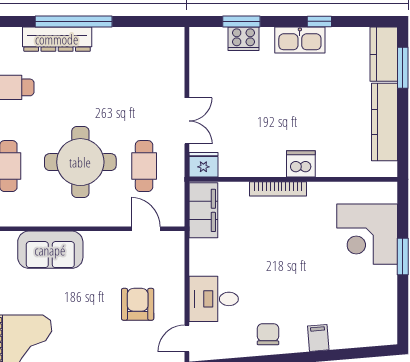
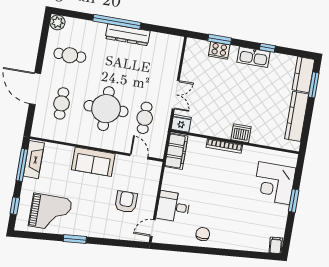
dresser: (57, 39) -> (128, 35), moved
sofa: (50, 250) -> (93, 162), moved
filing cabinet: (318, 338) -> (276, 245), moved

